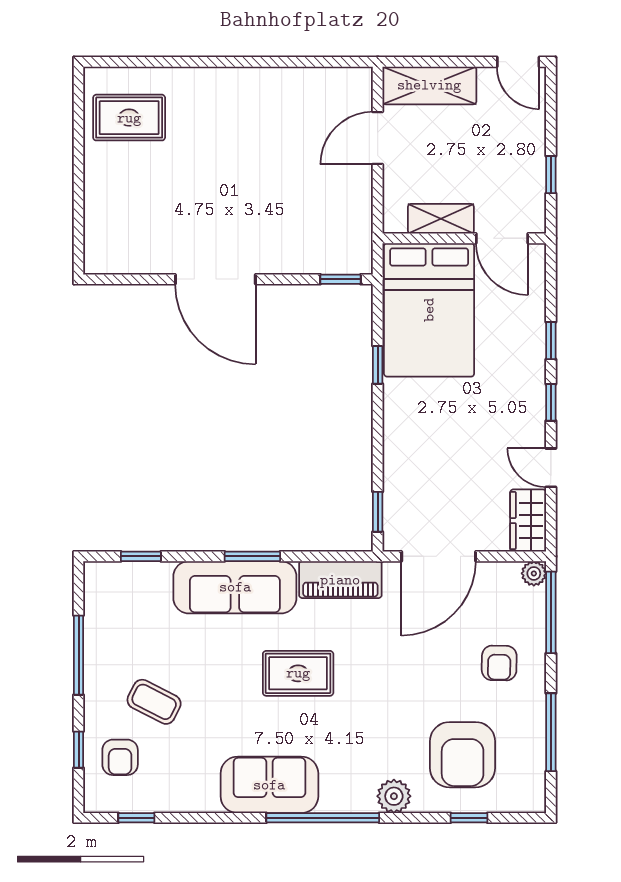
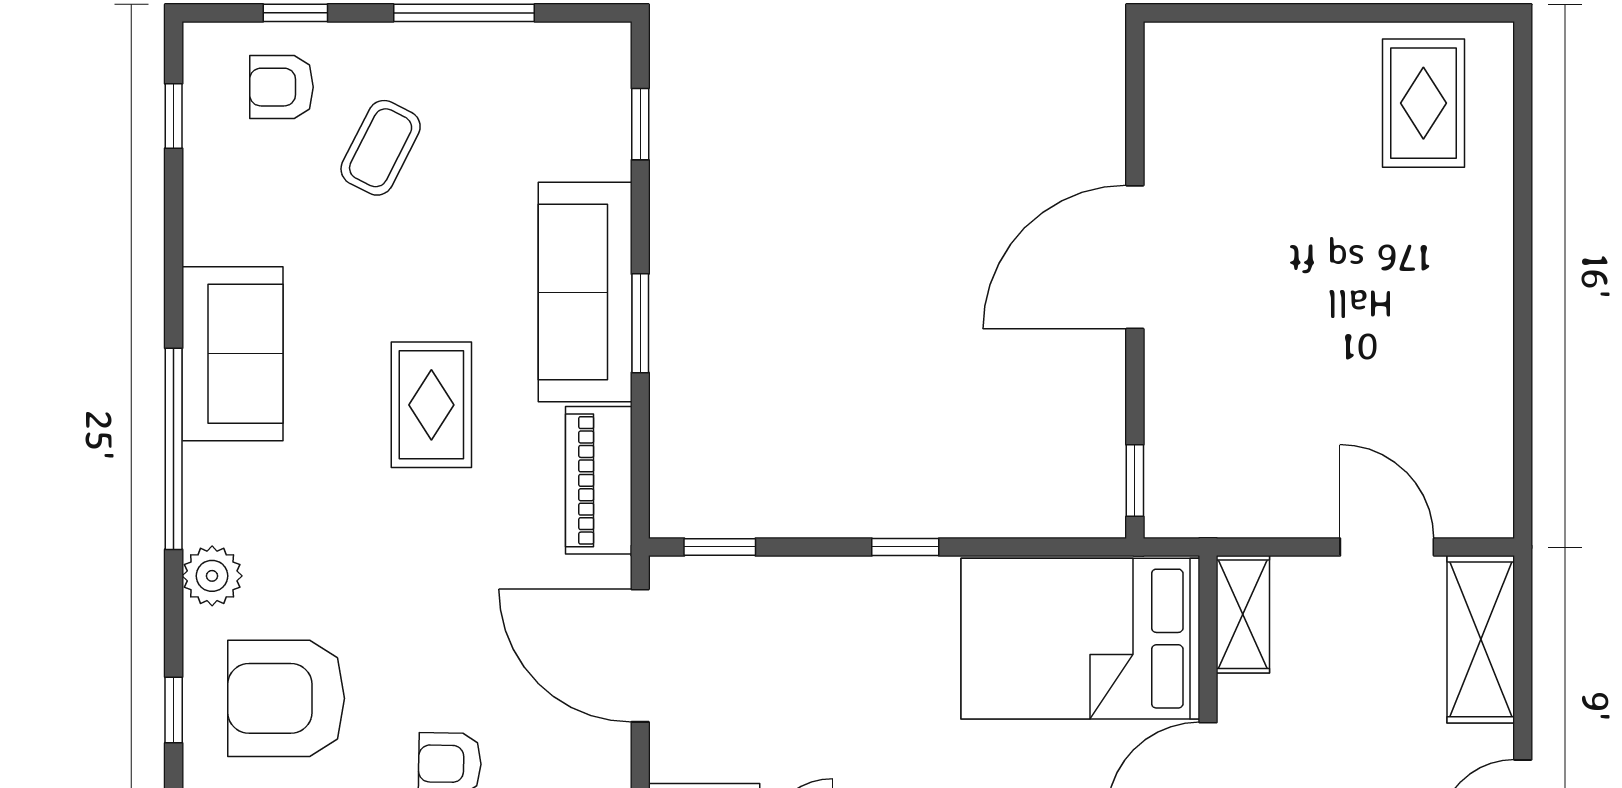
shelving: (441, 219) -> (1243, 614), moved
window: (378, 365) -> (905, 547), moved

